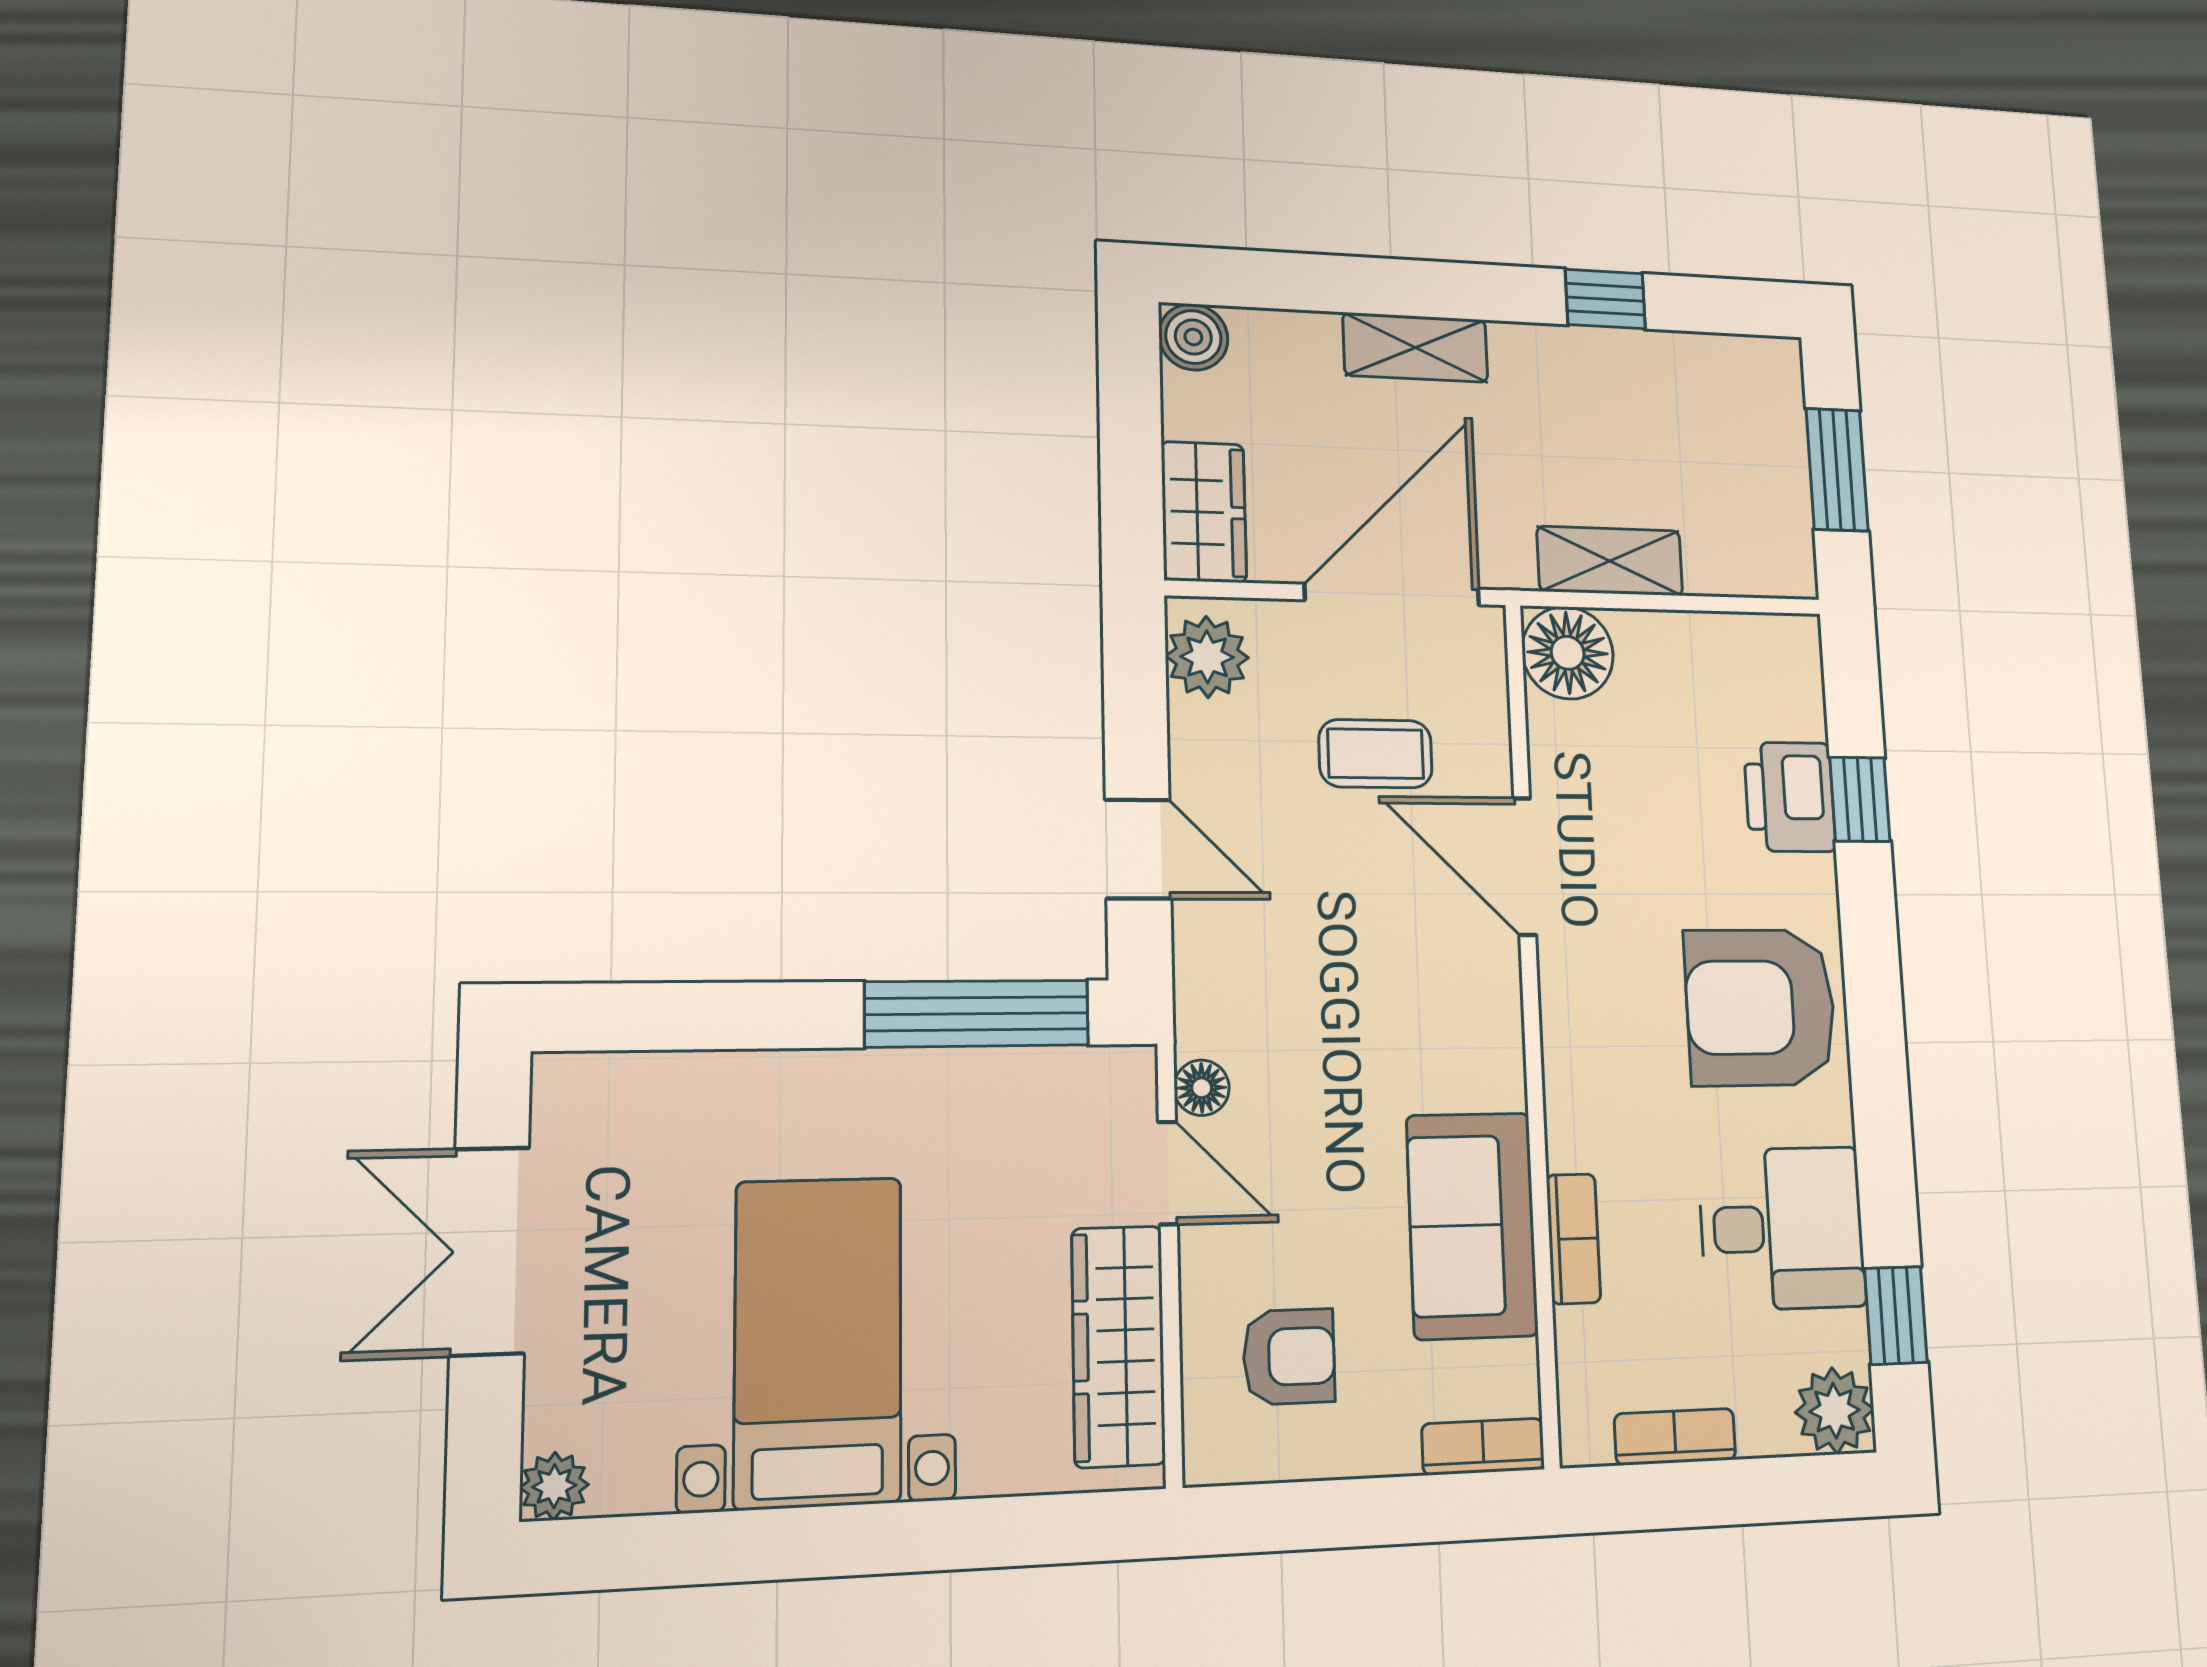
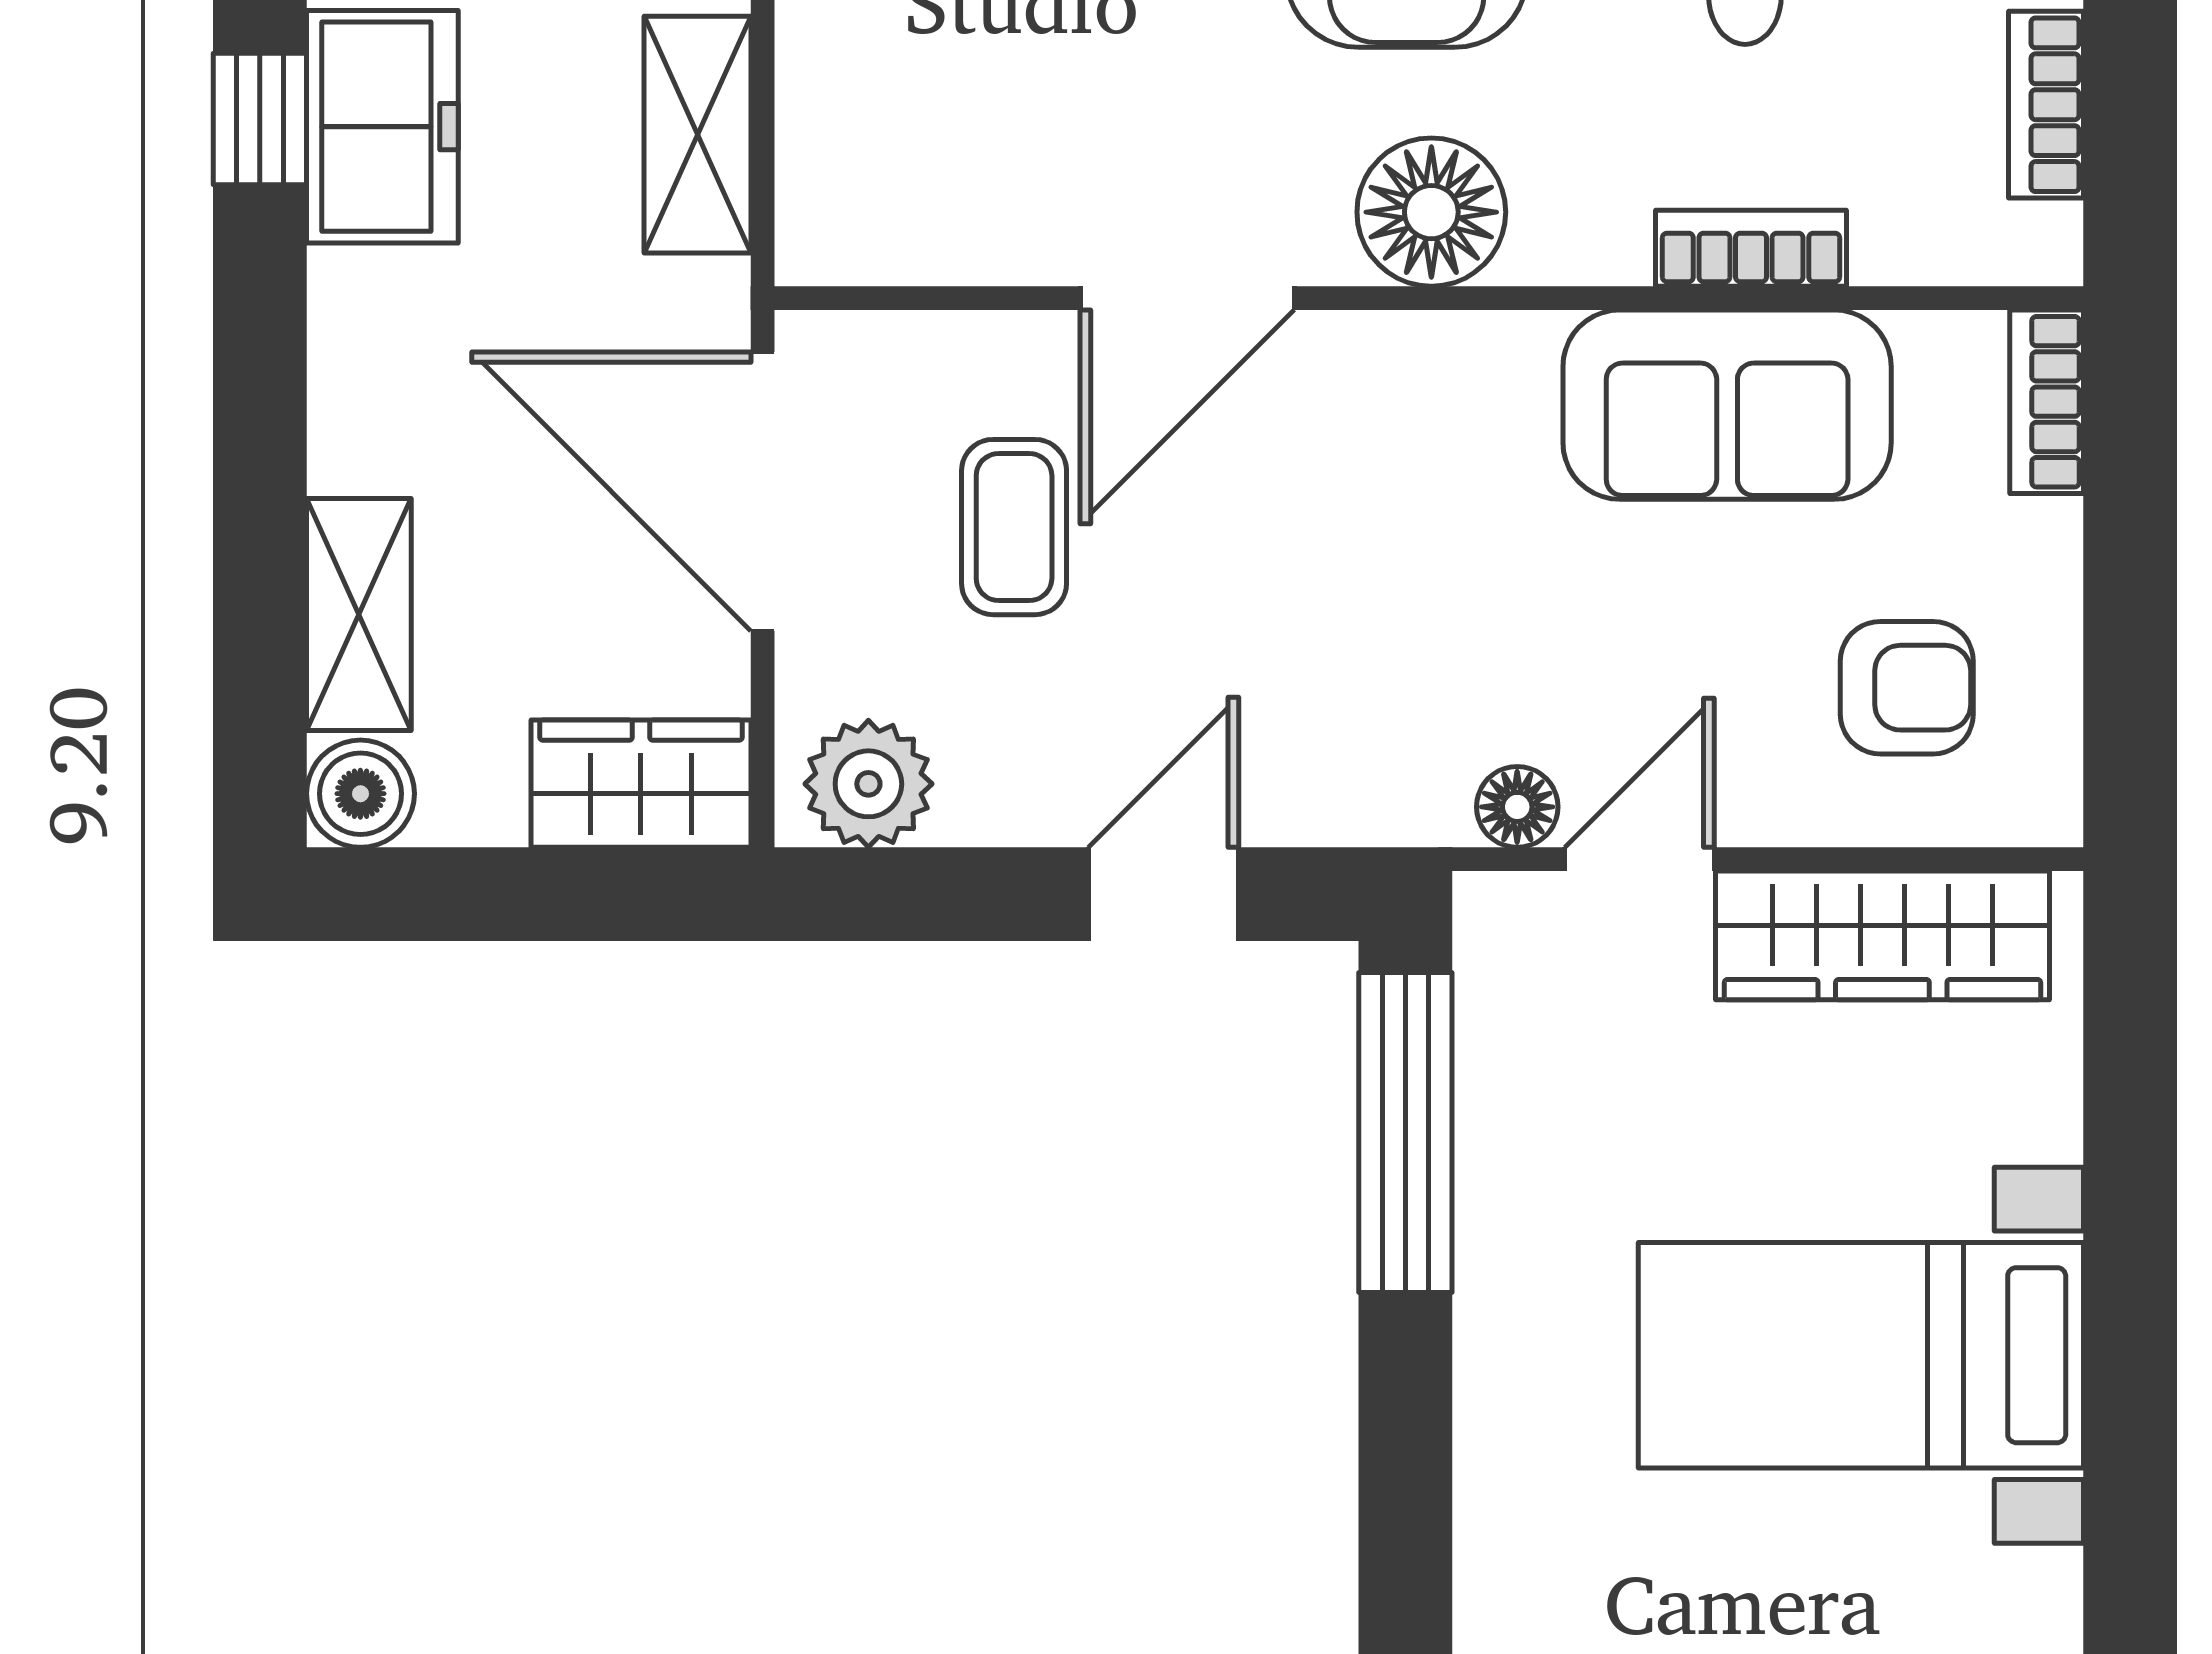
shelving: (1415, 348) -> (359, 614), moved
freezer: (1605, 371) -> (382, 127), added
floor lamp: (1568, 653) -> (1431, 212), moved
armchair: (1289, 1357) -> (1907, 688), turned 90

